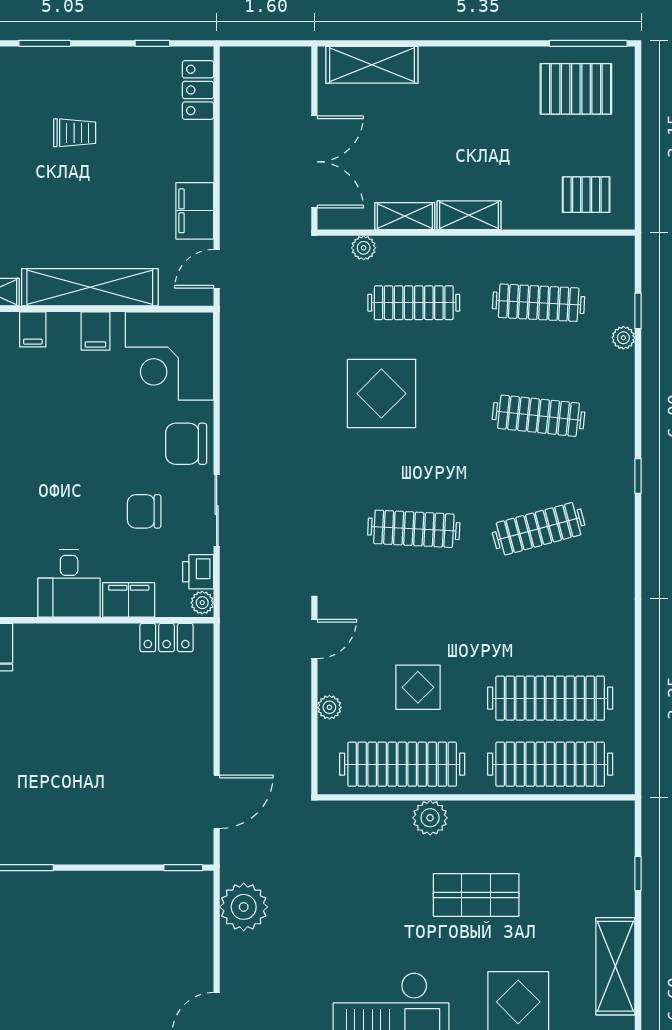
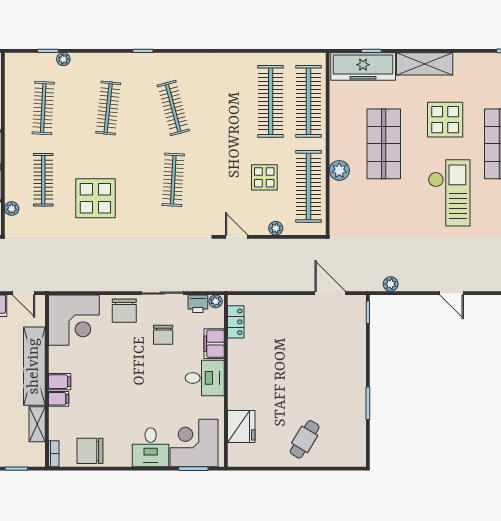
filing cabinet: (96, 331) -> (60, 382), moved
freezer: (611, 859) -> (363, 66), added
shop shelf: (476, 895) -> (384, 144), width x1.43, depth x1.36
plant: (244, 907) -> (391, 284), width x0.53, depth x0.53

